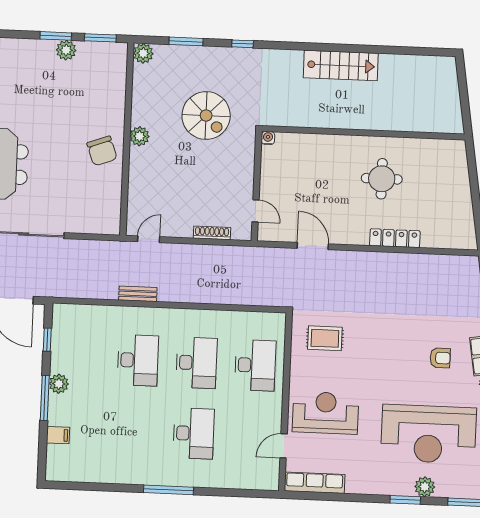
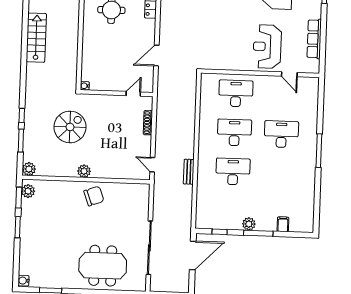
window: (243, 44) -> (22, 115), moved
plant: (66, 50) -> (28, 191), moved
rug: (325, 338) -> (218, 47), removed
row of seats: (315, 483) -> (314, 39), moved

